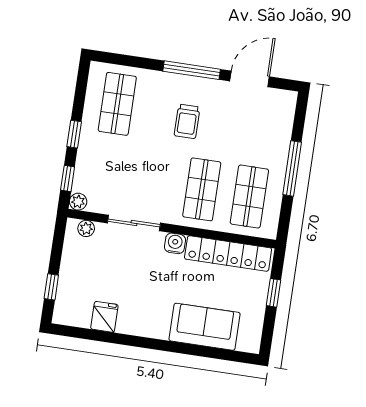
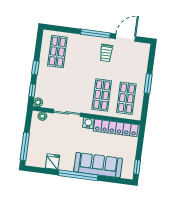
trolley: (187, 121) -> (106, 53), moved
window: (292, 168) -> (148, 83), width x0.69
window: (51, 287) -> (25, 147), width x2.17
window: (274, 293) -> (137, 167), moved
sofa: (205, 327) -> (98, 165), width x1.36
window: (154, 344) -> (78, 175), added

